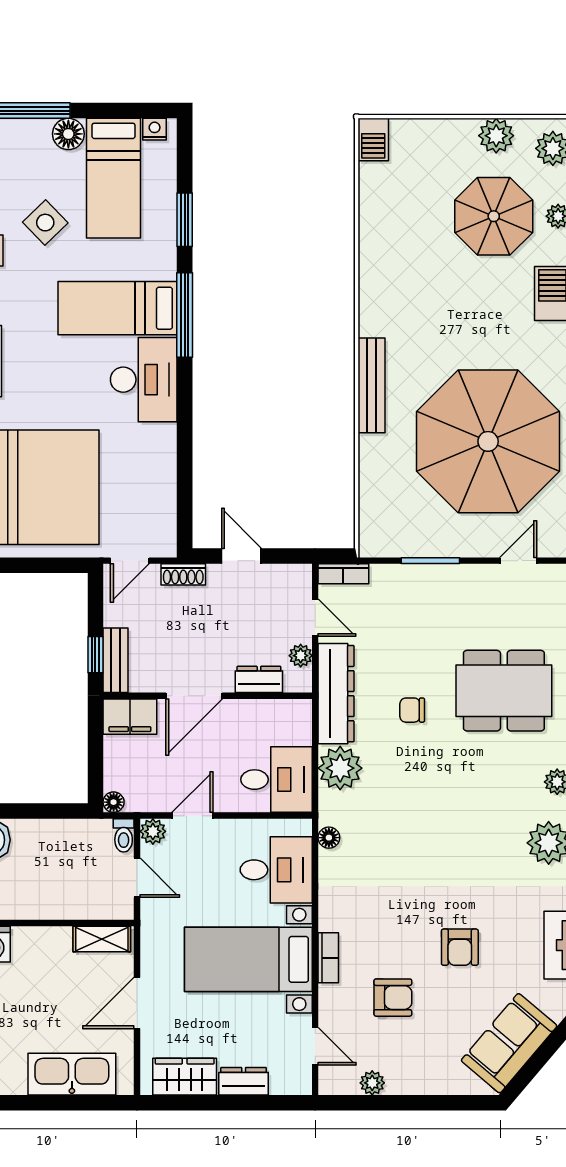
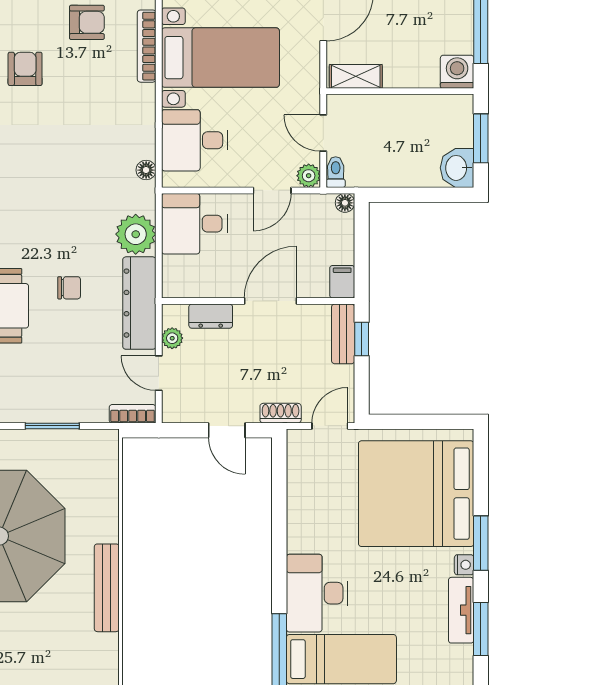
filing cabinet: (130, 717) -> (342, 282), width x0.50
bookcase: (328, 958) -> (147, 46), width x1.56
armchair: (393, 998) -> (87, 22), turned 180

